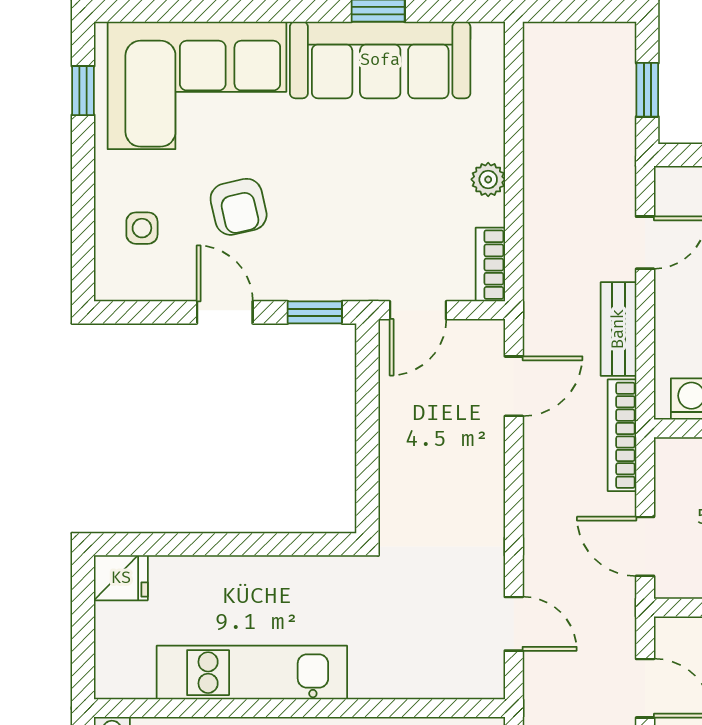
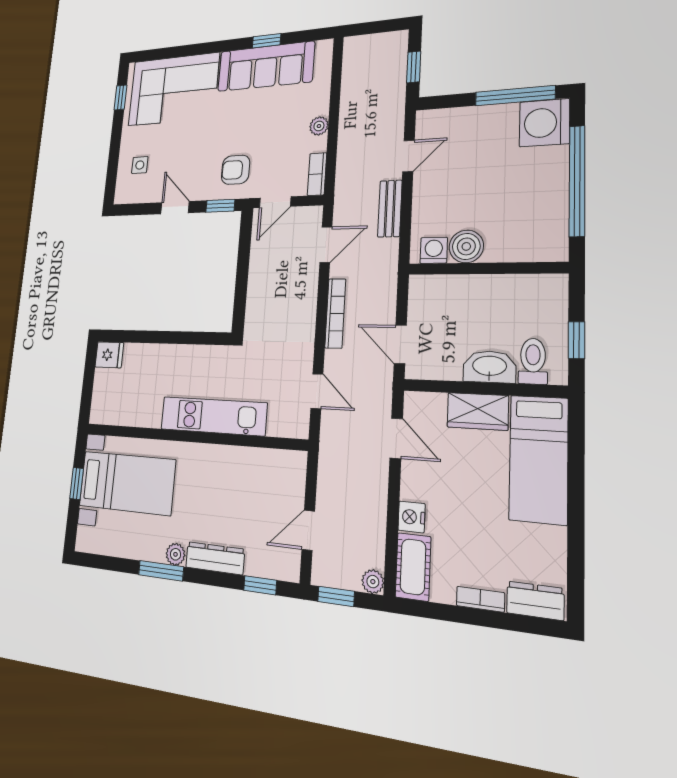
armchair: (239, 207) -> (236, 170), moved, turned 103
bookcase: (622, 435) -> (335, 313), moved, turned 180
kitchen unit: (252, 673) -> (213, 416), moved

